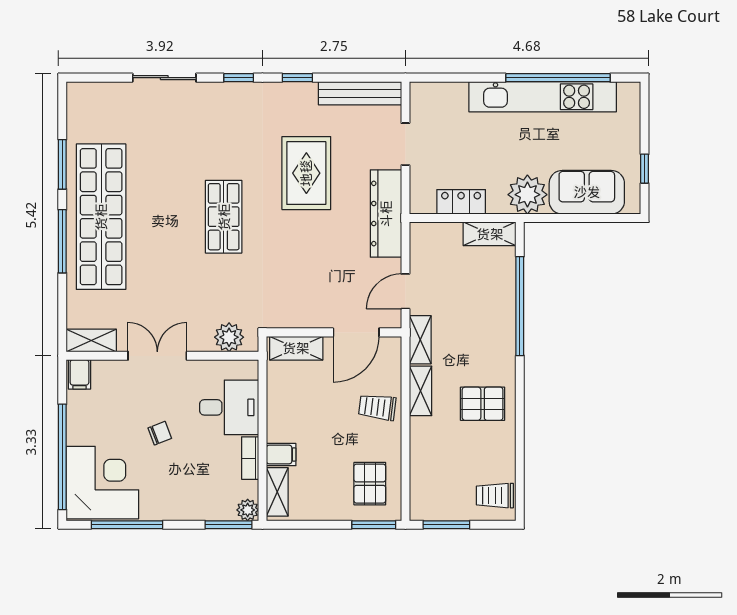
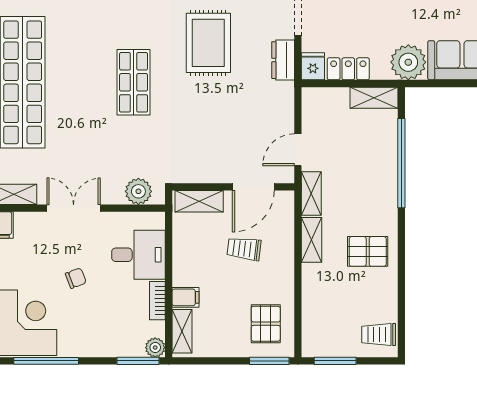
fridge: (422, 199) -> (313, 66), added
dresser: (386, 214) -> (283, 60), width x0.51, depth x0.80
trolley: (377, 407) -> (244, 249), moved

